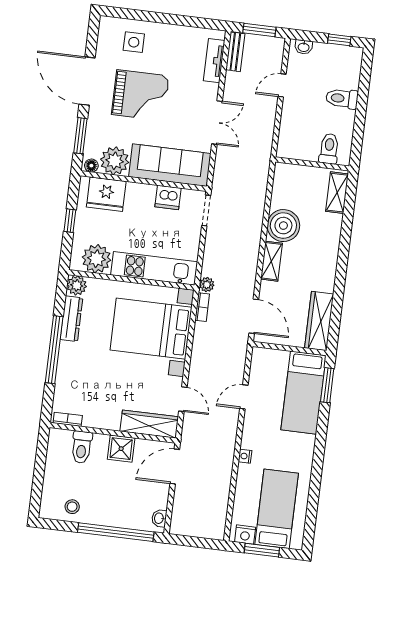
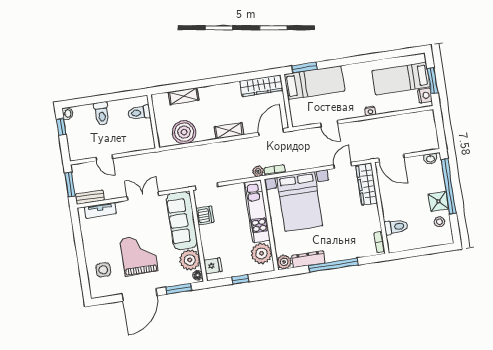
washbasin: (304, 47) -> (68, 113), moved
shelving: (337, 193) -> (184, 96), moved
fridge: (106, 194) -> (213, 266), width x0.53, depth x0.75
boiler: (283, 226) -> (184, 132), moved
shower: (121, 449) -> (438, 201), moved

